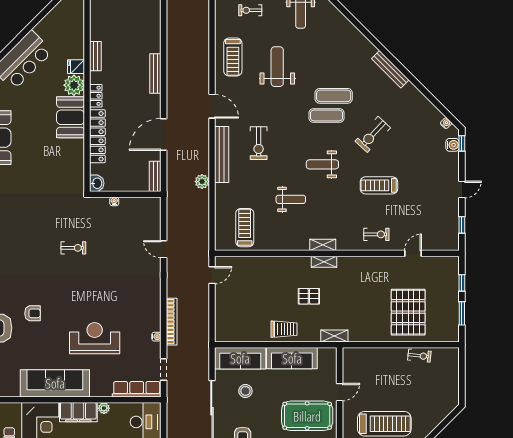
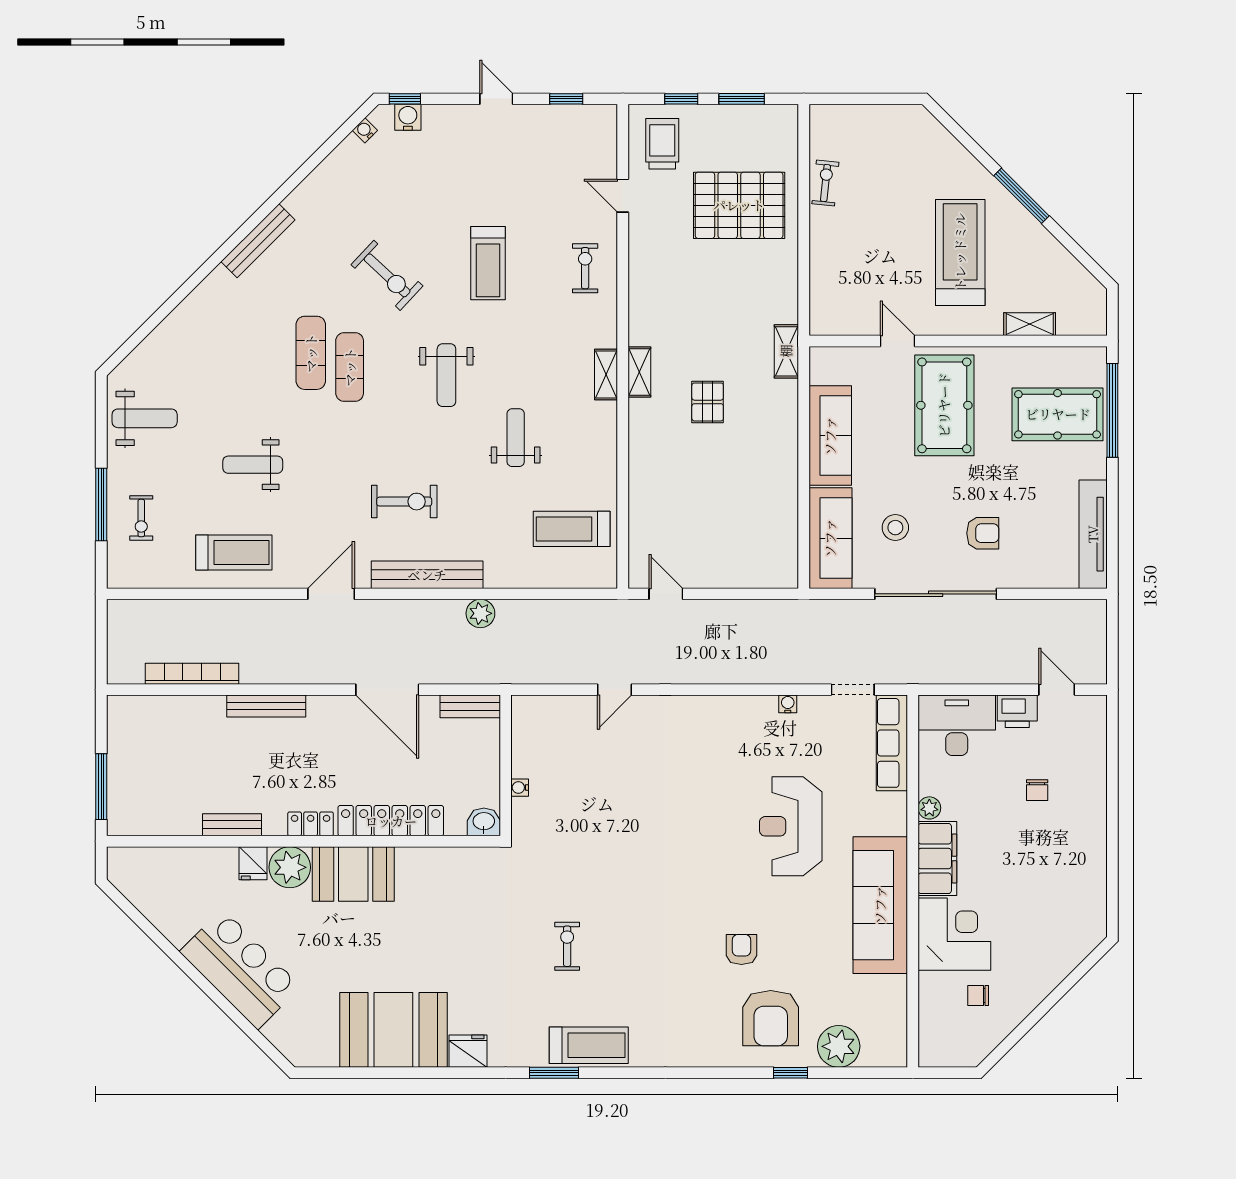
weight bench: (277, 67) -> (253, 465), width x0.73, depth x0.75
exercise bike: (73, 248) -> (567, 946), moved
bookcase: (172, 322) -> (192, 674), moved
trolley: (284, 329) -> (662, 144), moved

